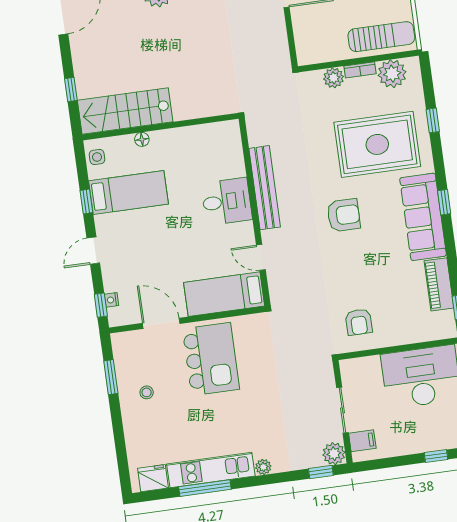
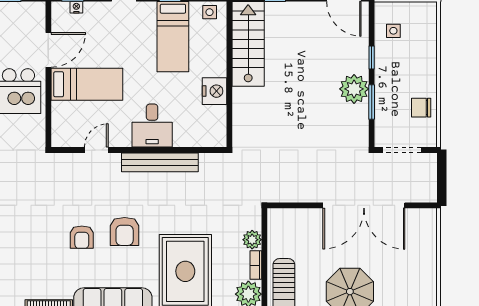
floor lamp: (142, 139) -> (220, 56), removed
nightstand: (181, 140) -> (215, 91), added
bed: (224, 294) -> (87, 84), moved, turned 90
armchair: (359, 322) -> (82, 237), moved, turned -90

